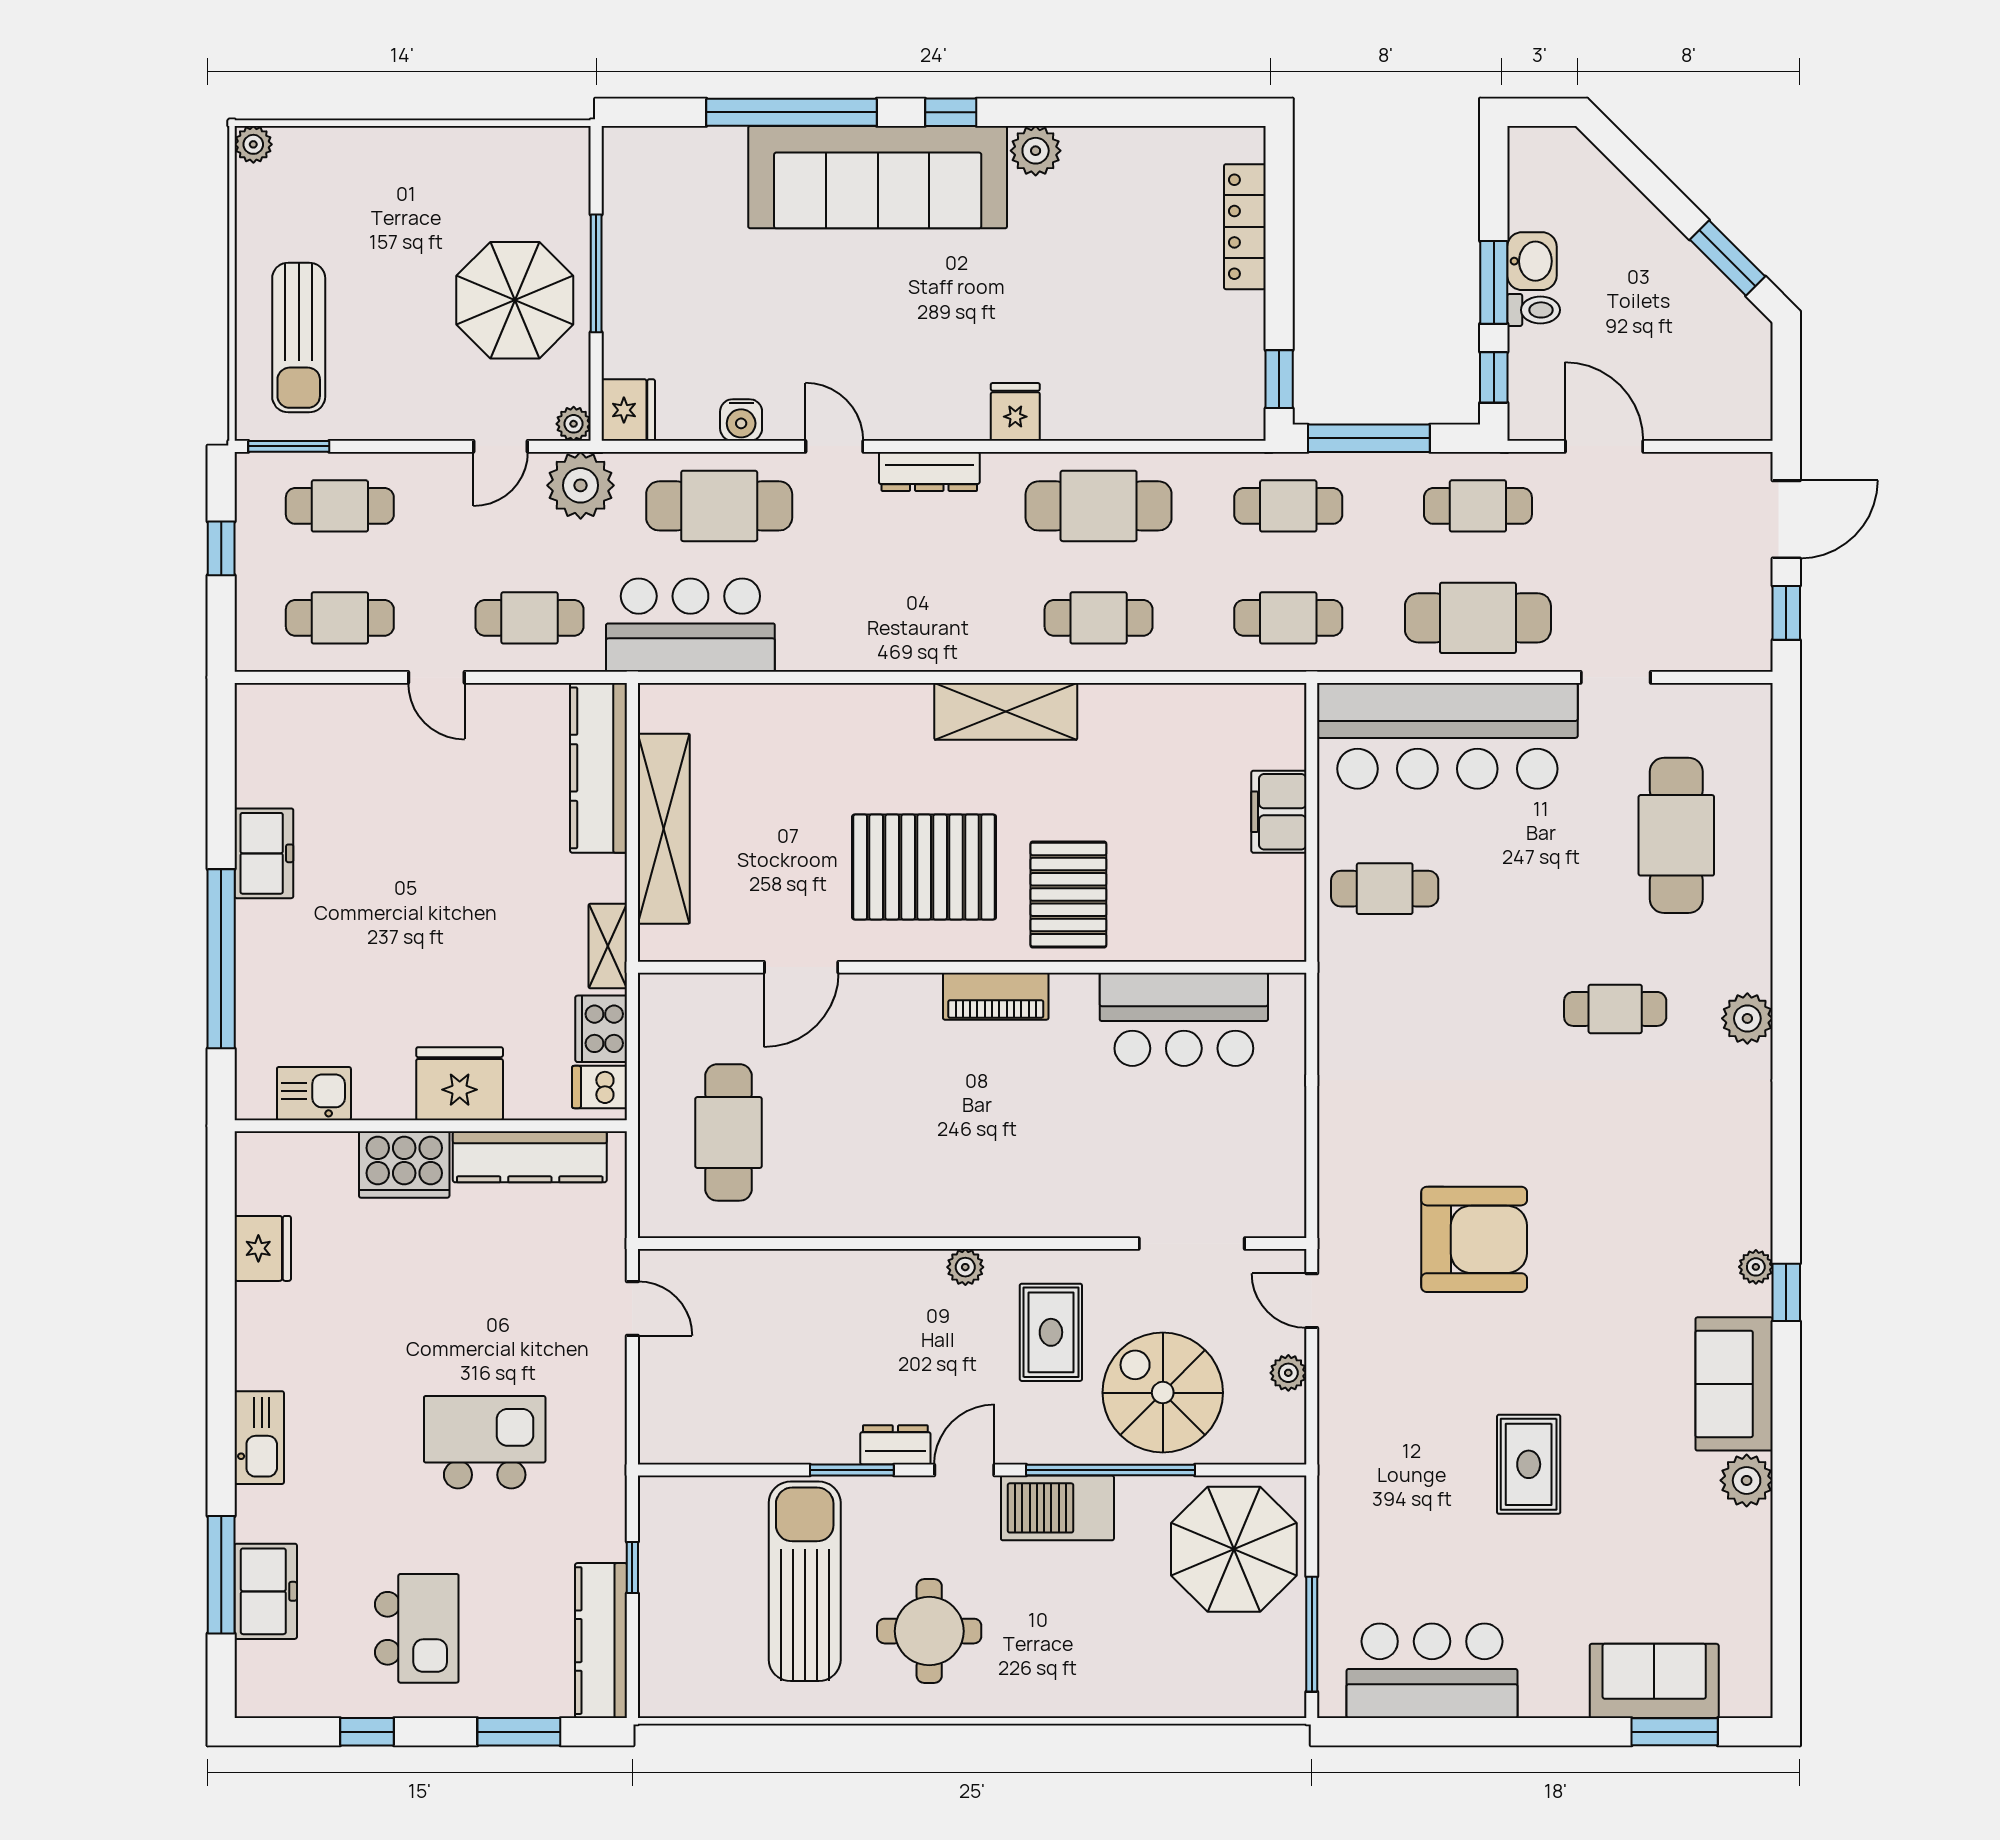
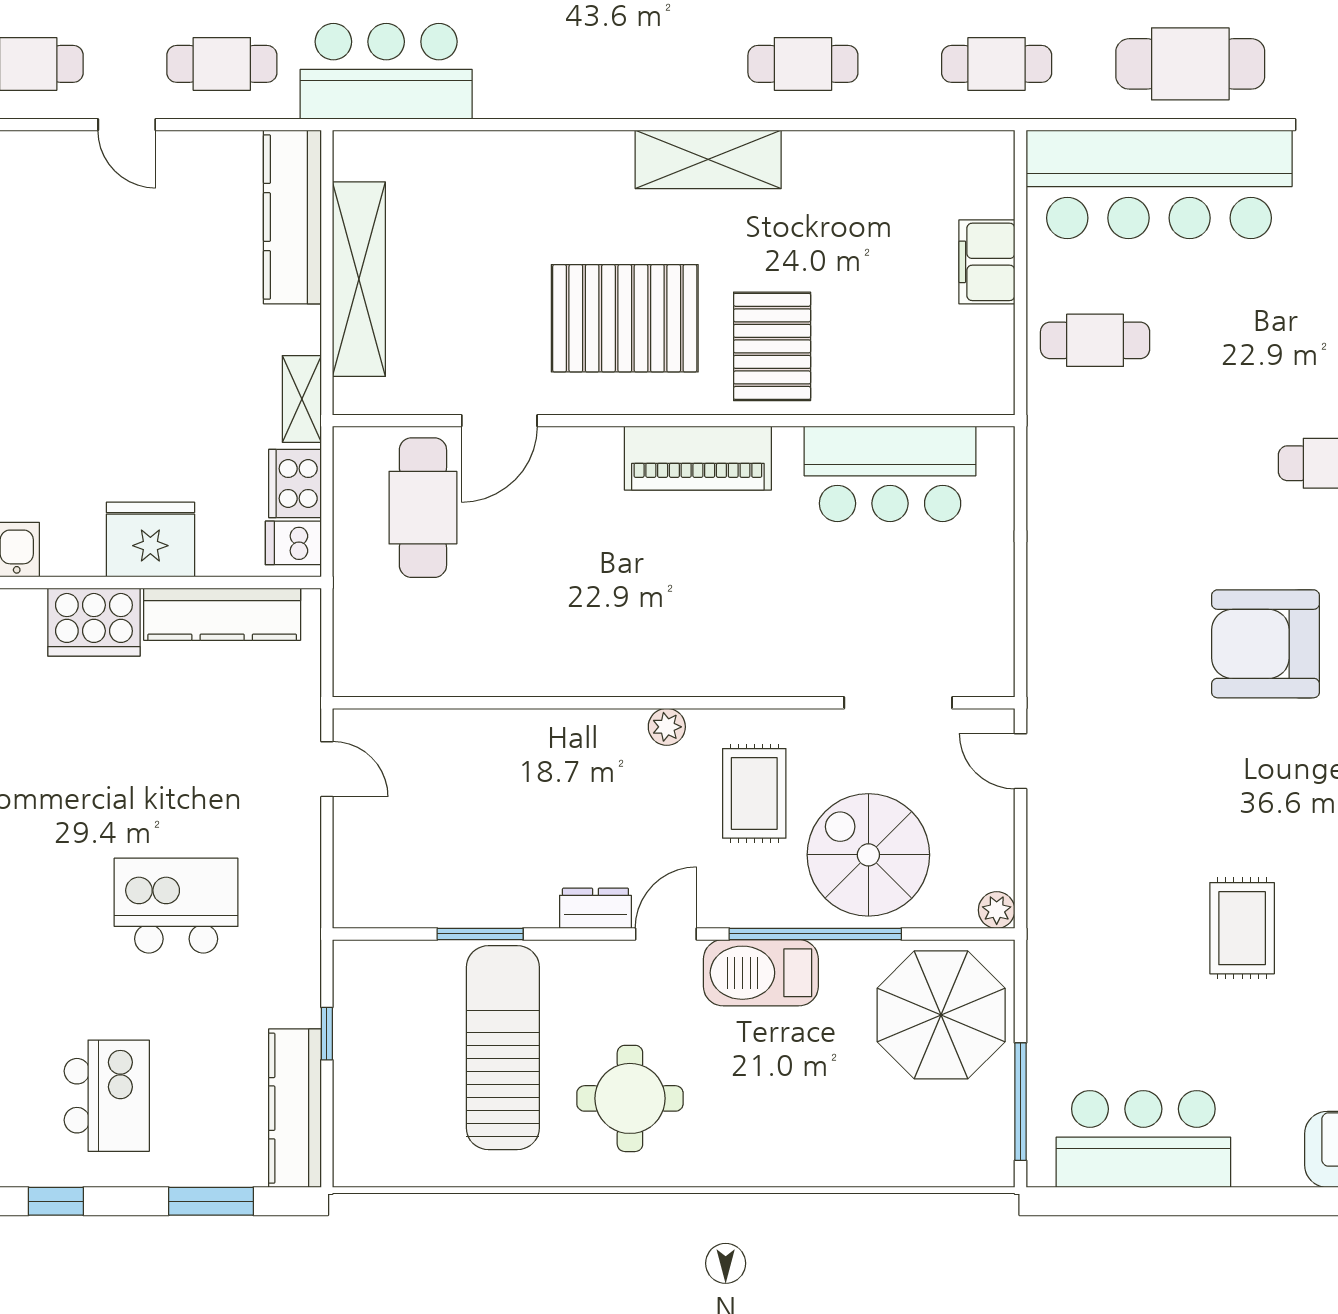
piano: (996, 996) -> (698, 458), width x1.37, depth x1.33
cafe table: (729, 1132) -> (423, 508), moved
armchair: (1474, 1239) -> (1266, 644), moved, turned 180
plant: (1288, 1373) -> (997, 910), moved
window: (852, 1470) -> (480, 934), moved

